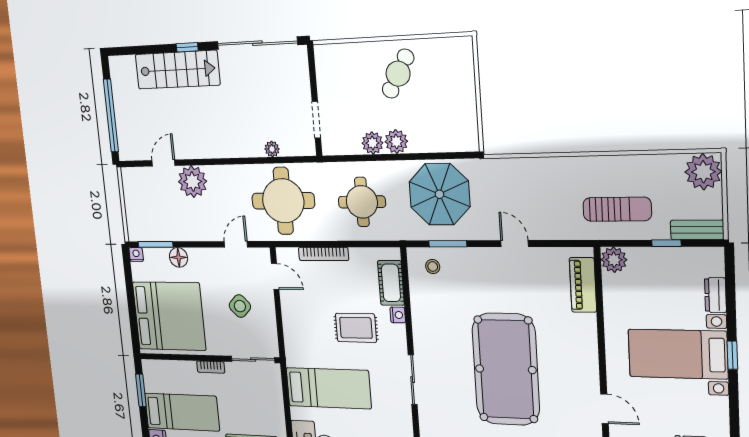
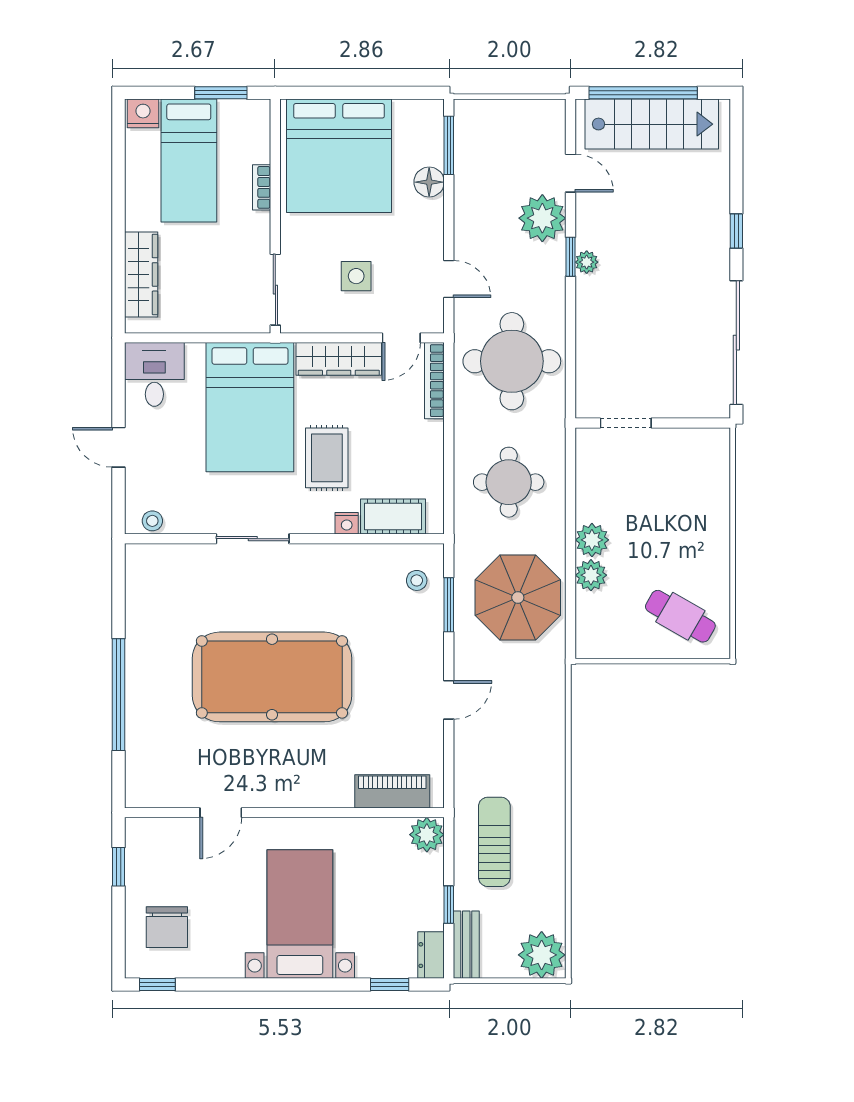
stairs: (177, 70) -> (652, 124), moved, turned -90
cafe table: (398, 74) -> (680, 616), moved
plant: (373, 143) -> (591, 575), moved
plant: (272, 149) -> (587, 262), moved
window: (214, 162) -> (571, 257), added
sun lounger: (617, 209) -> (494, 842), turned 180
nightstand: (136, 254) -> (433, 110), removed
bookcase: (324, 254) -> (434, 381), moved
dresser: (715, 295) -> (431, 955), moved, turned -90
side table: (240, 306) -> (356, 276), turned 45
wardrobe: (292, 318) -> (339, 359), added
window: (732, 355) -> (390, 985), moved
bookcase: (211, 367) -> (262, 187), moved
bed: (328, 388) -> (250, 407), width x1.50

